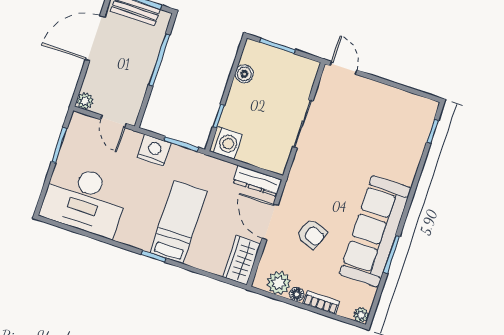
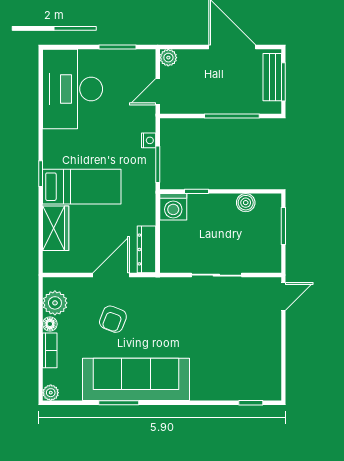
nightstand: (154, 150) -> (149, 140), width x0.53, depth x0.56
wardrobe: (242, 260) -> (56, 228), moved, turned 90

